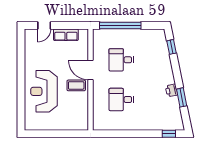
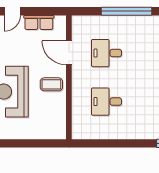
window: (120, 26) -> (126, 11), moved
door: (90, 70) -> (69, 53), moved

